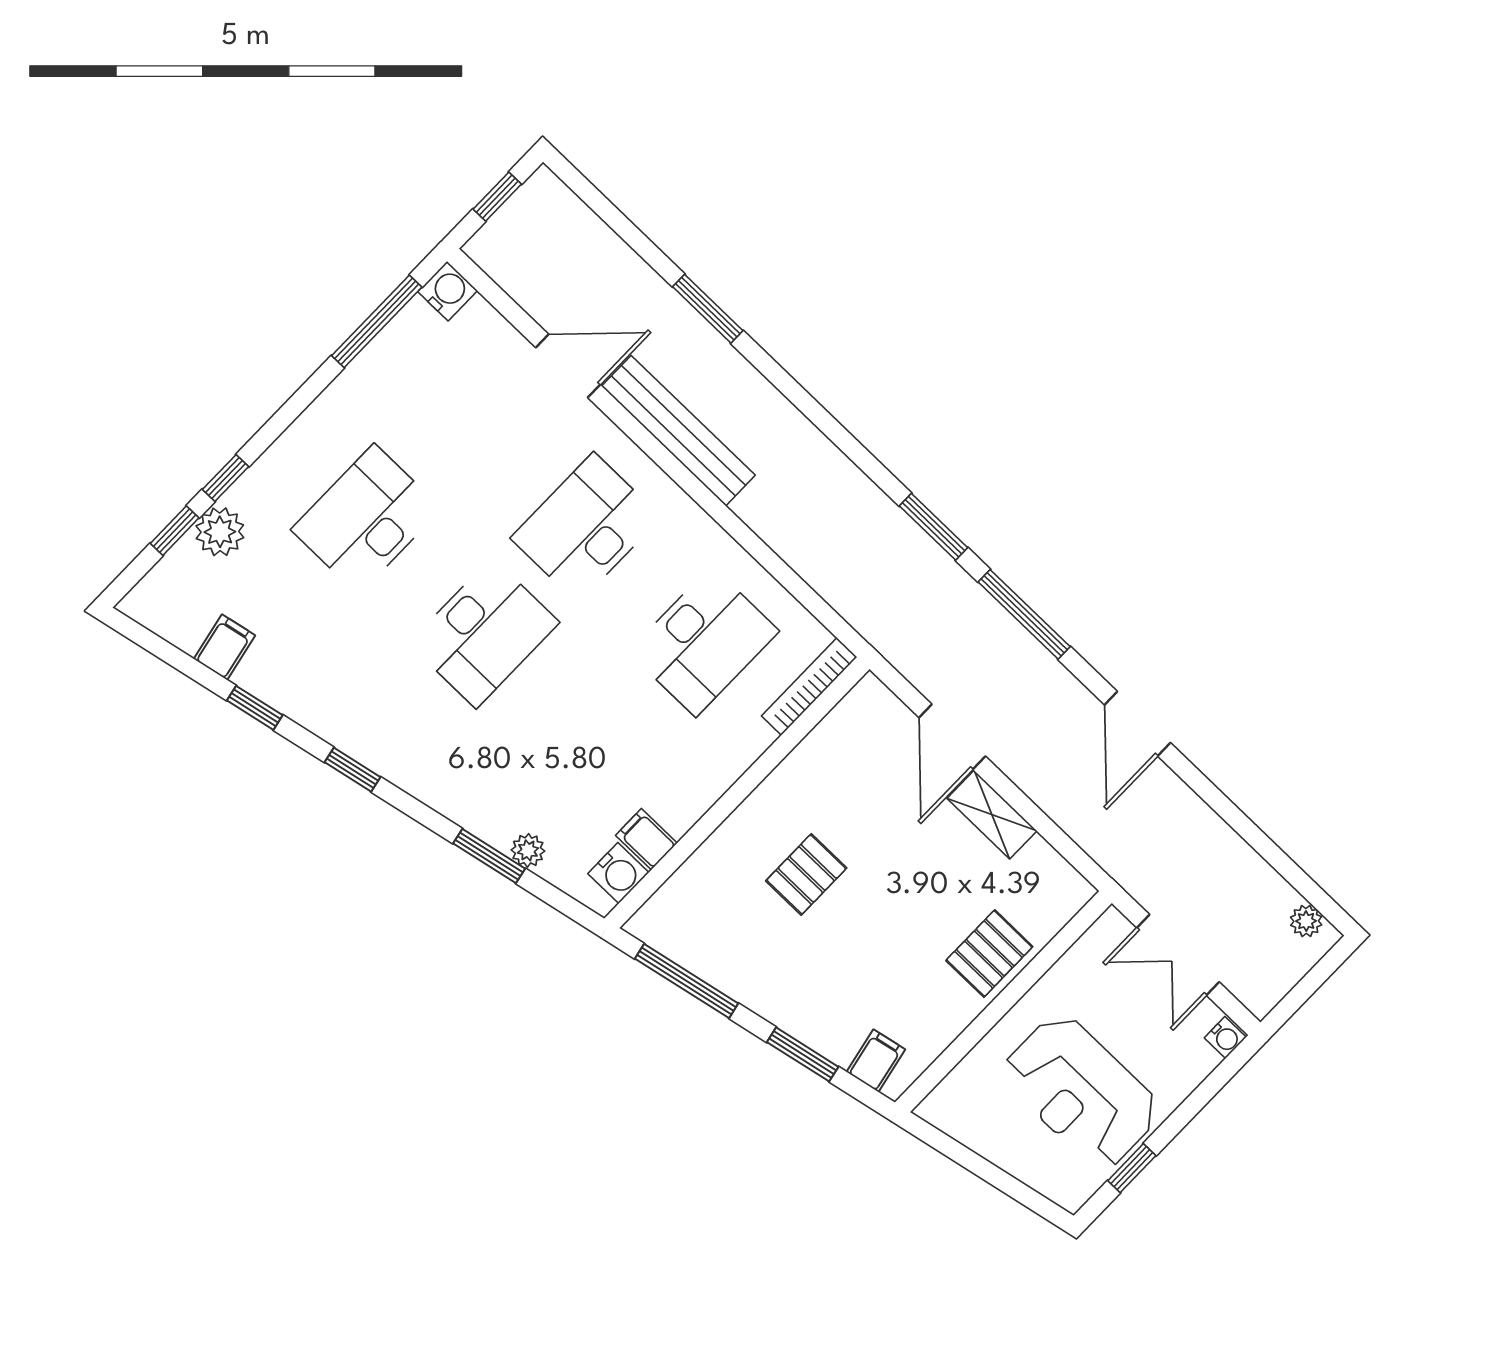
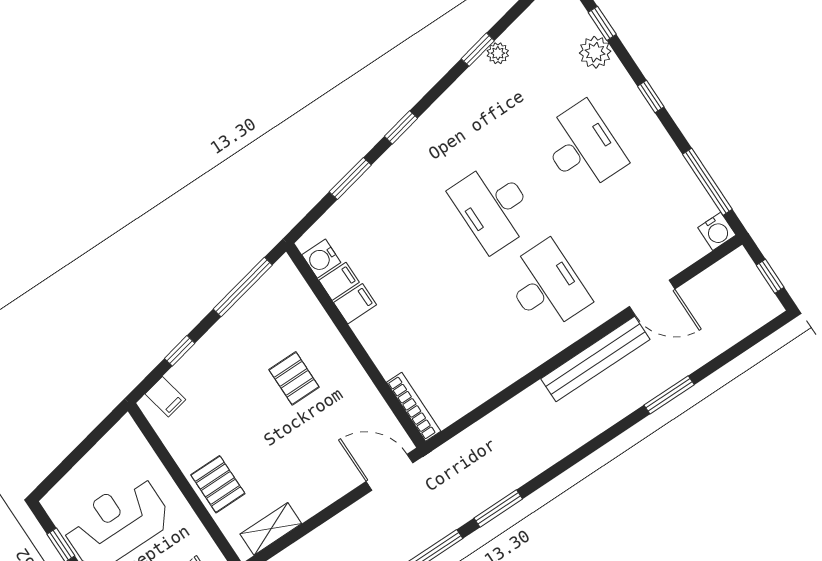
door: (568, 366) -> (652, 298), hinge flipped
window: (226, 478) -> (651, 97), moved
desk: (704, 642) -> (457, 346), removed
filing cabinet: (225, 647) -> (355, 304), moved, turned -78
door: (952, 737) -> (390, 472), moved
window: (352, 770) -> (401, 127), moved
shelving: (992, 815) -> (271, 529), moved
plant: (528, 850) -> (498, 53), moved
window: (803, 1054) -> (180, 351), width x0.67

